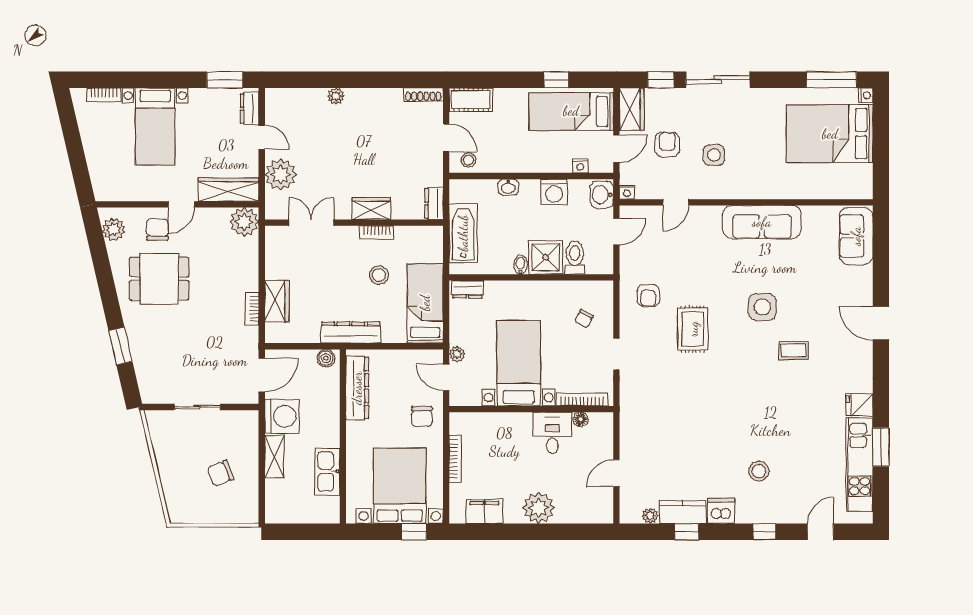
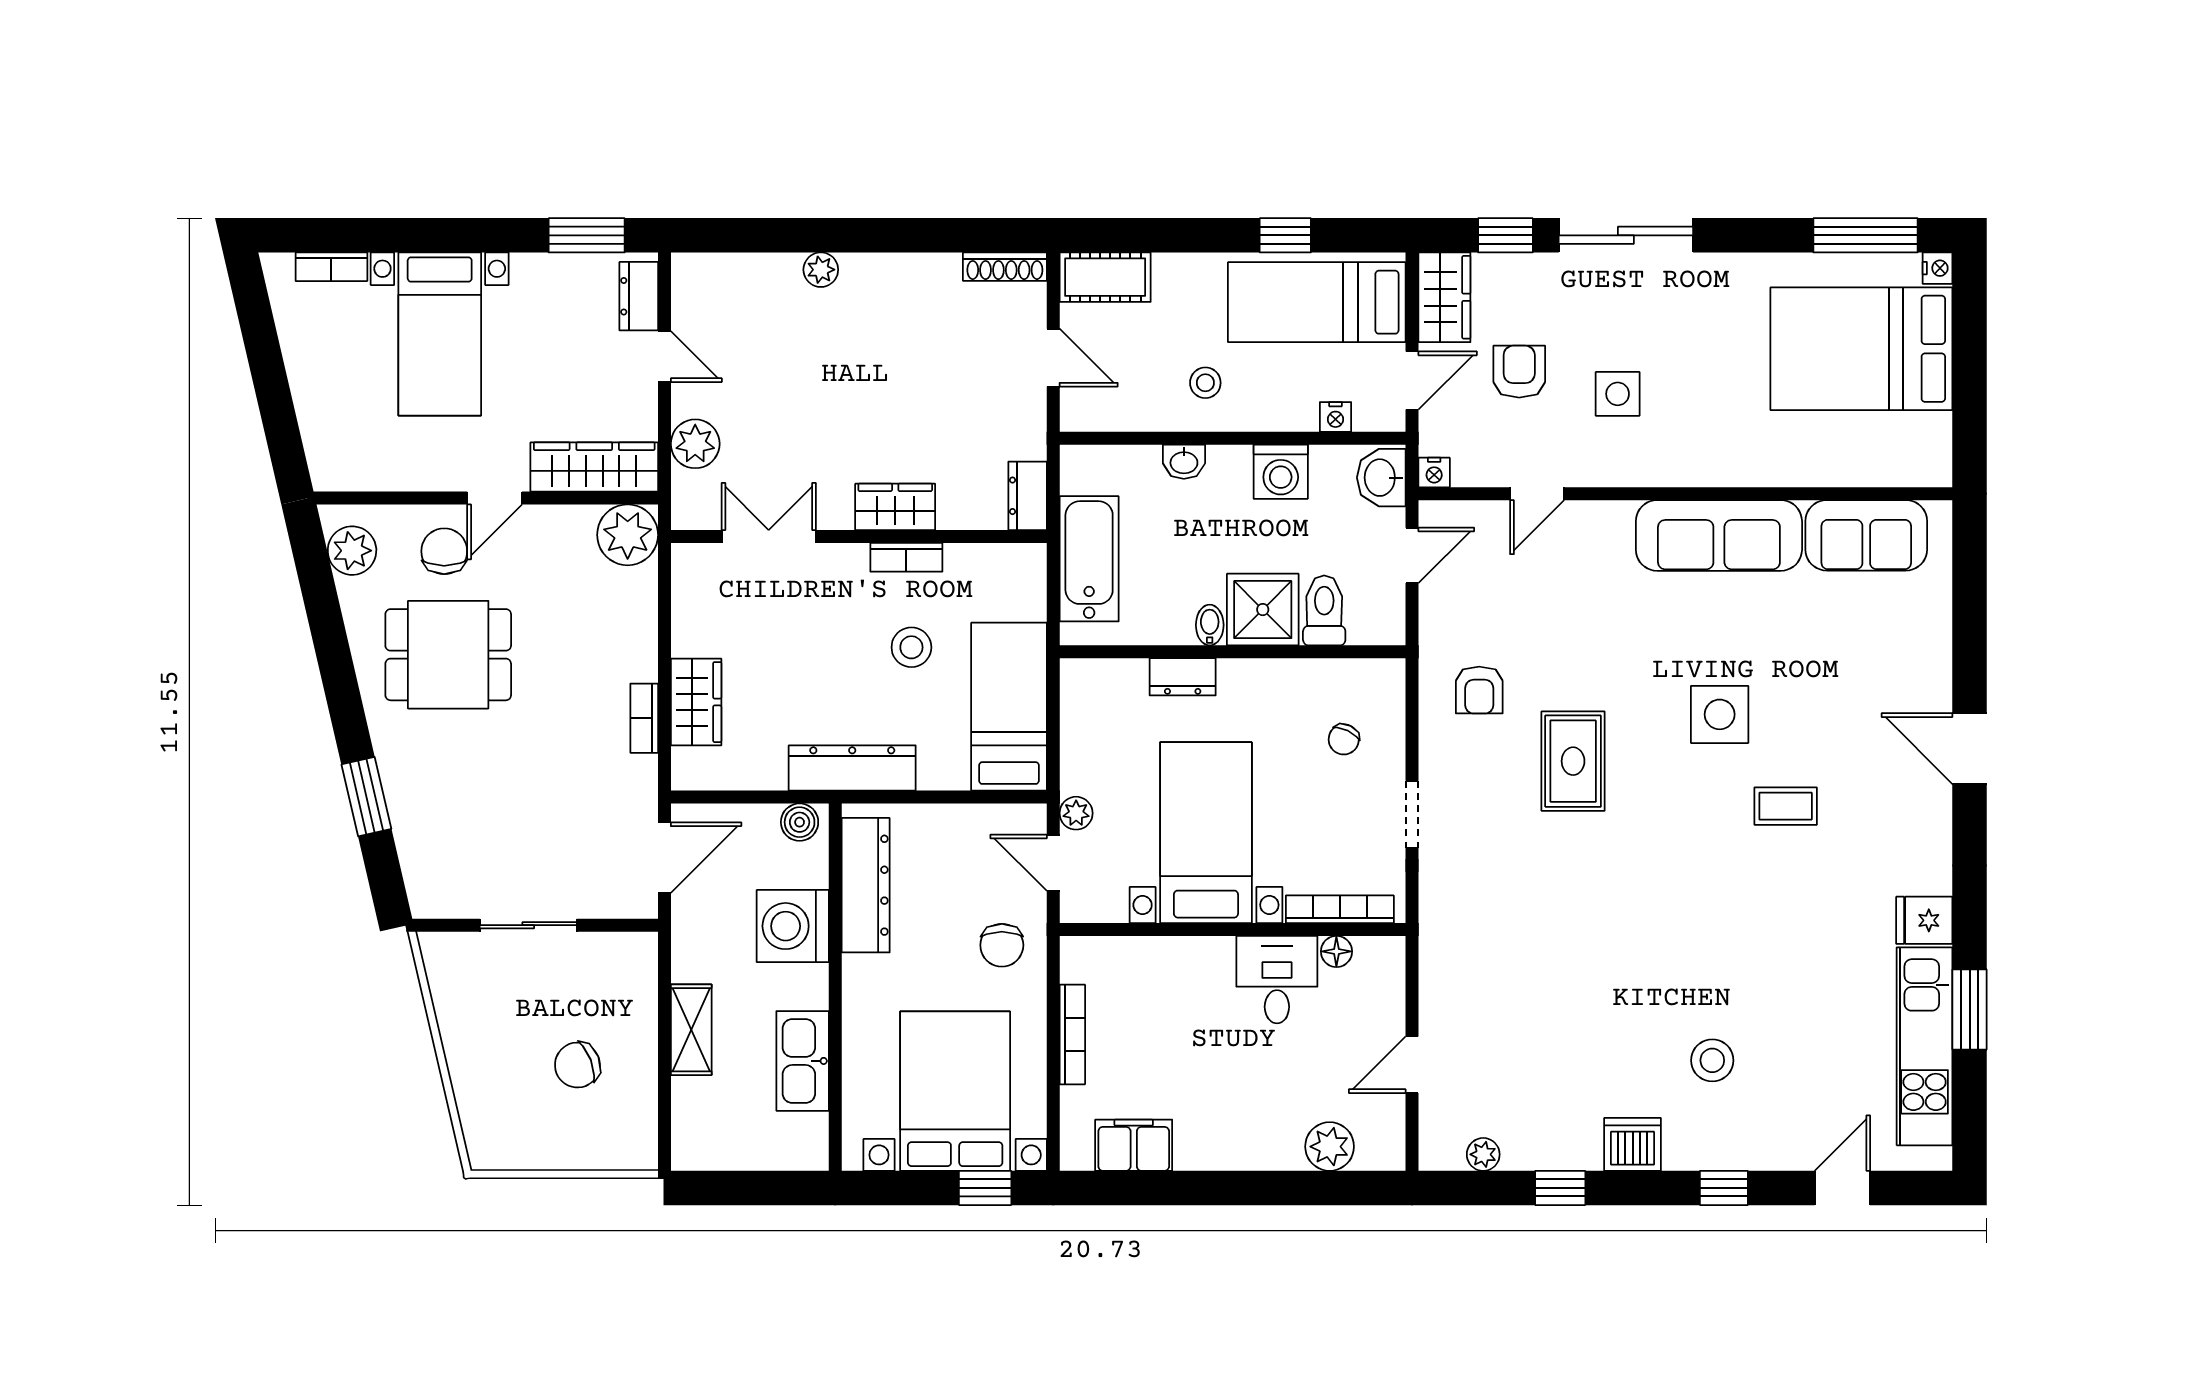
stool: (468, 160) -> (1205, 383), moved
plant: (281, 174) -> (695, 444), width x0.73, depth x0.73
sofa: (856, 236) -> (1866, 535), moved, turned -90
dresser: (467, 289) -> (1183, 677), moved
washing machine: (282, 416) -> (793, 926), moved, turned 180
plant: (539, 508) -> (1330, 1147), moved, width x0.73, depth x0.73
kitchen counter: (683, 512) -> (1552, 1146), removed

